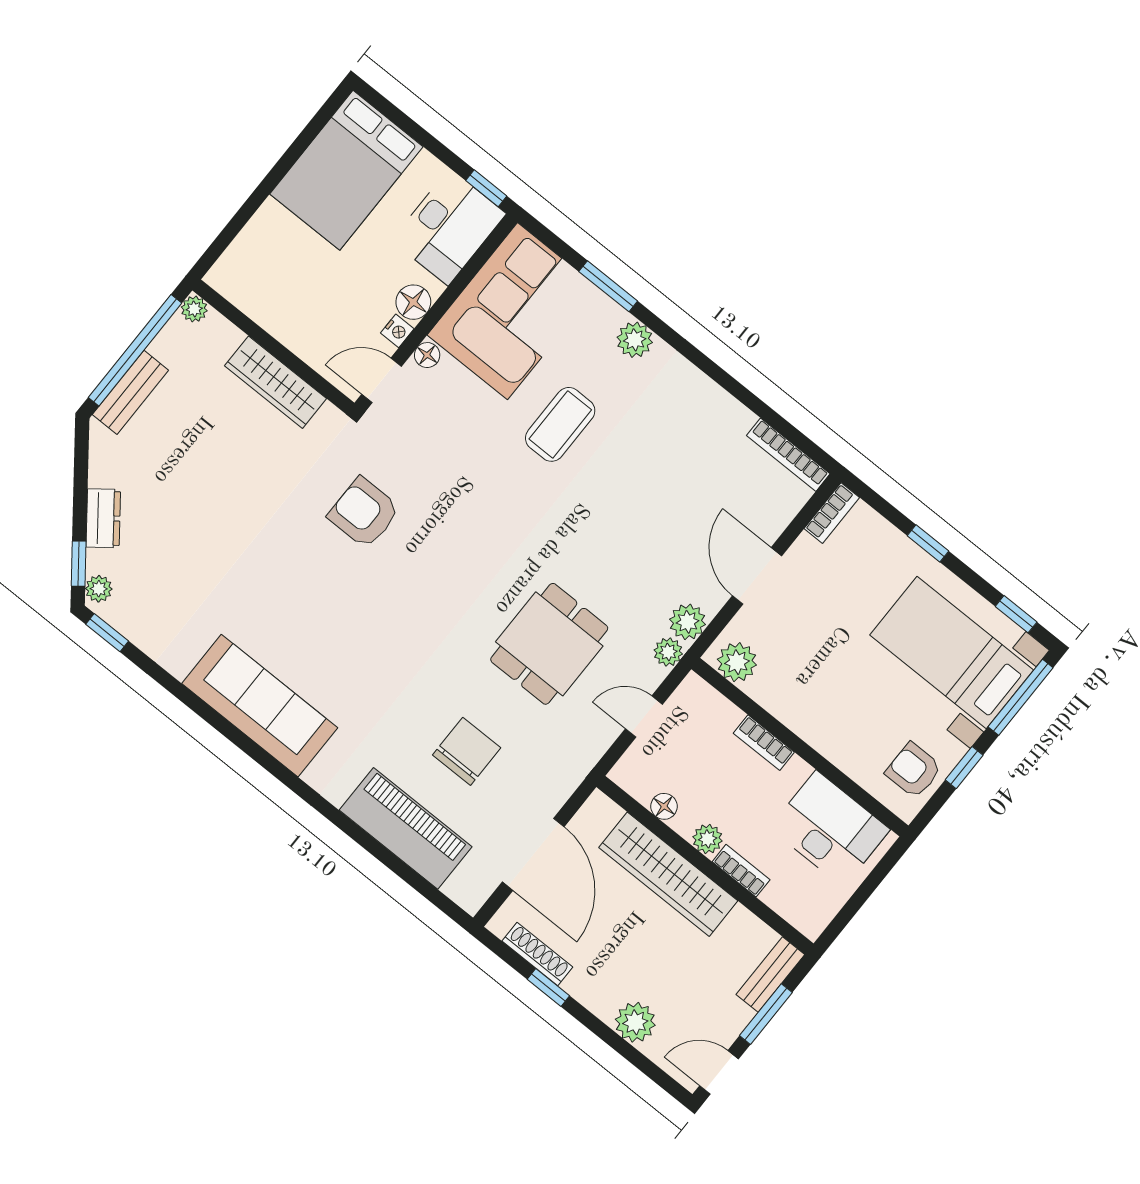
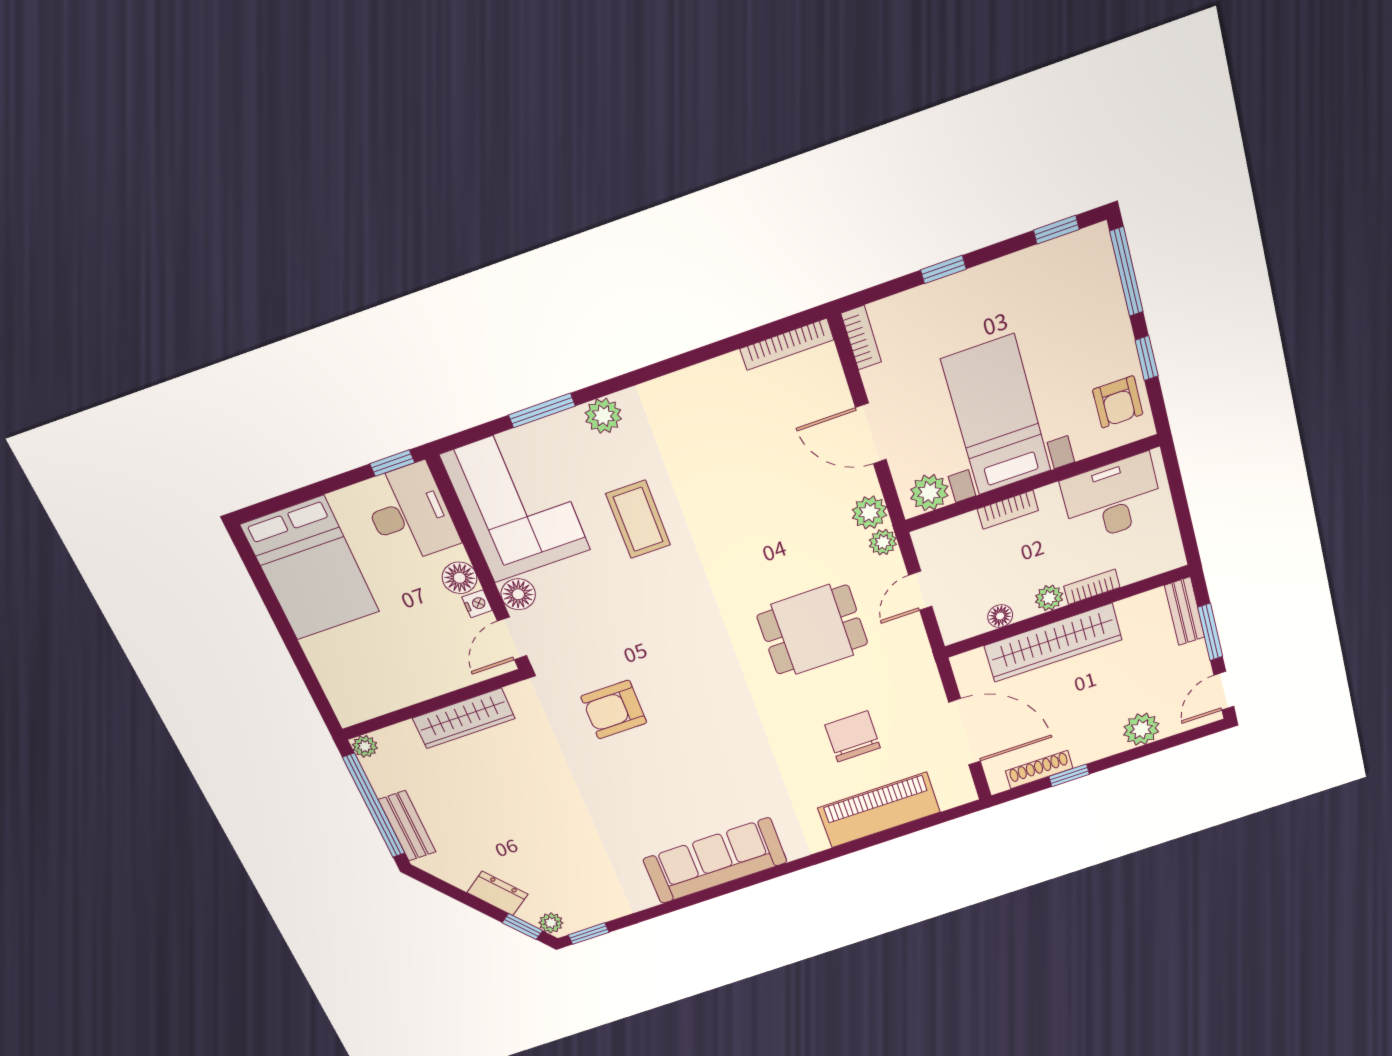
floor lamp: (427, 355) -> (518, 594), width x1.37, depth x1.37
dining table: (549, 644) -> (812, 630), turned 90
bed with nightstands: (952, 652) -> (996, 415), moved, turned 90
armchair: (914, 770) -> (1118, 402), turned -90

